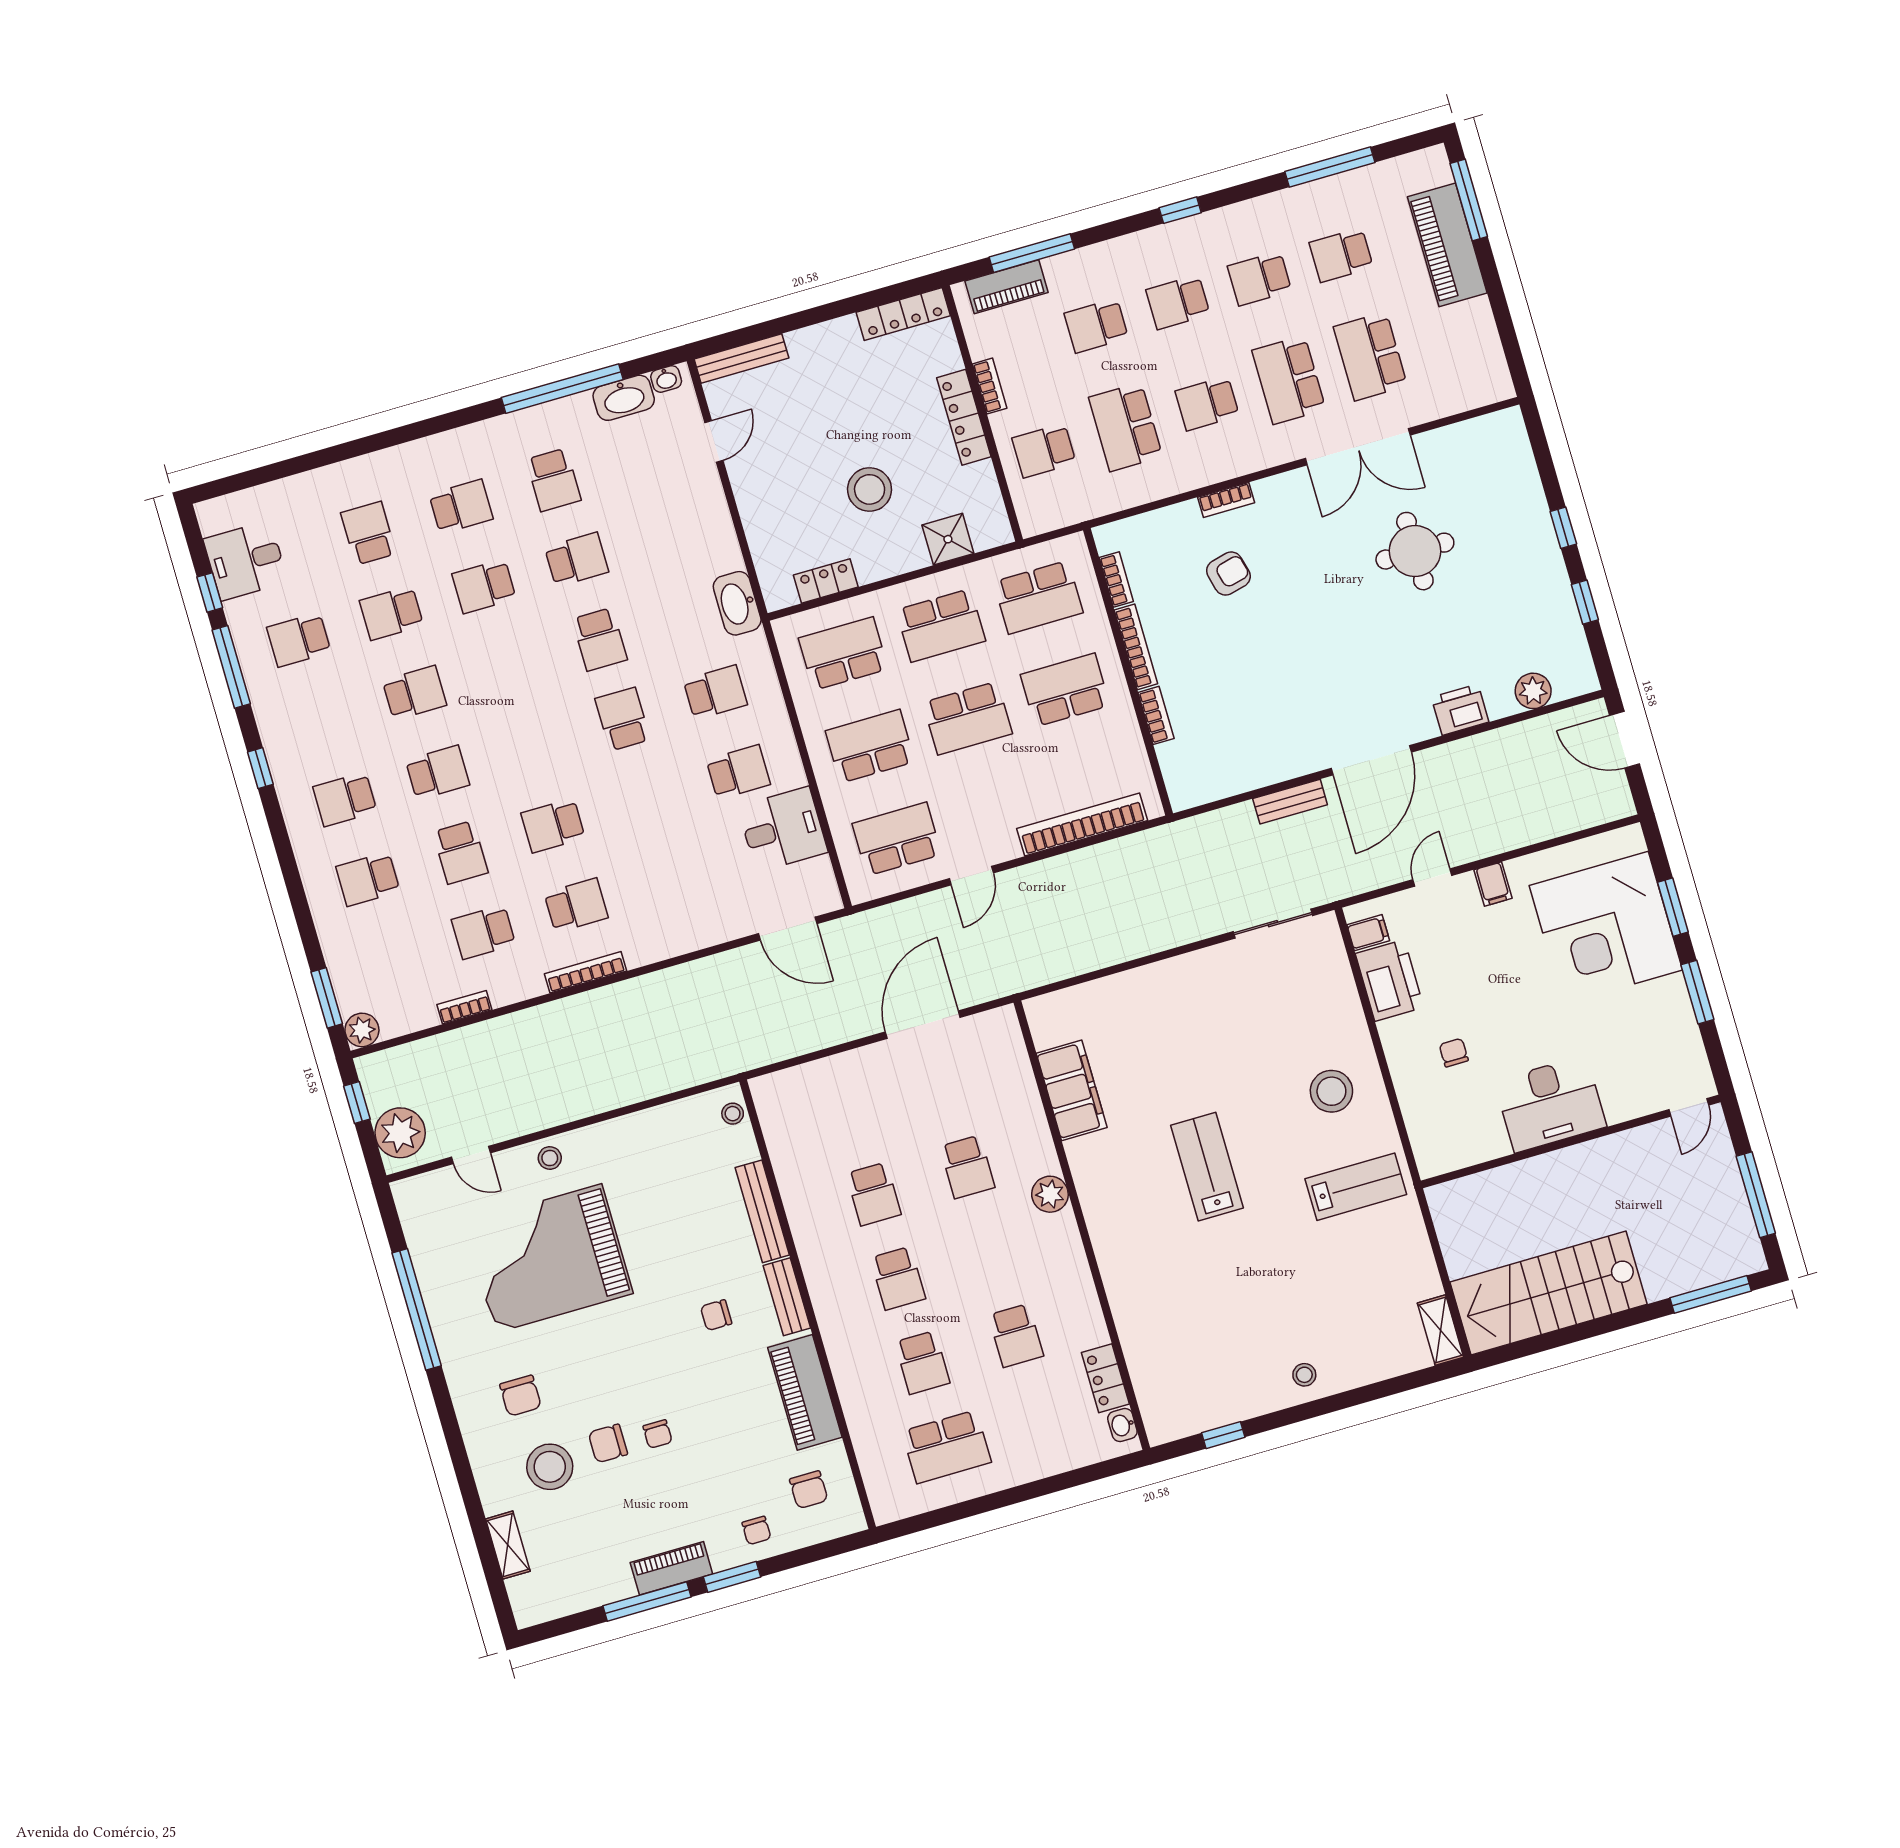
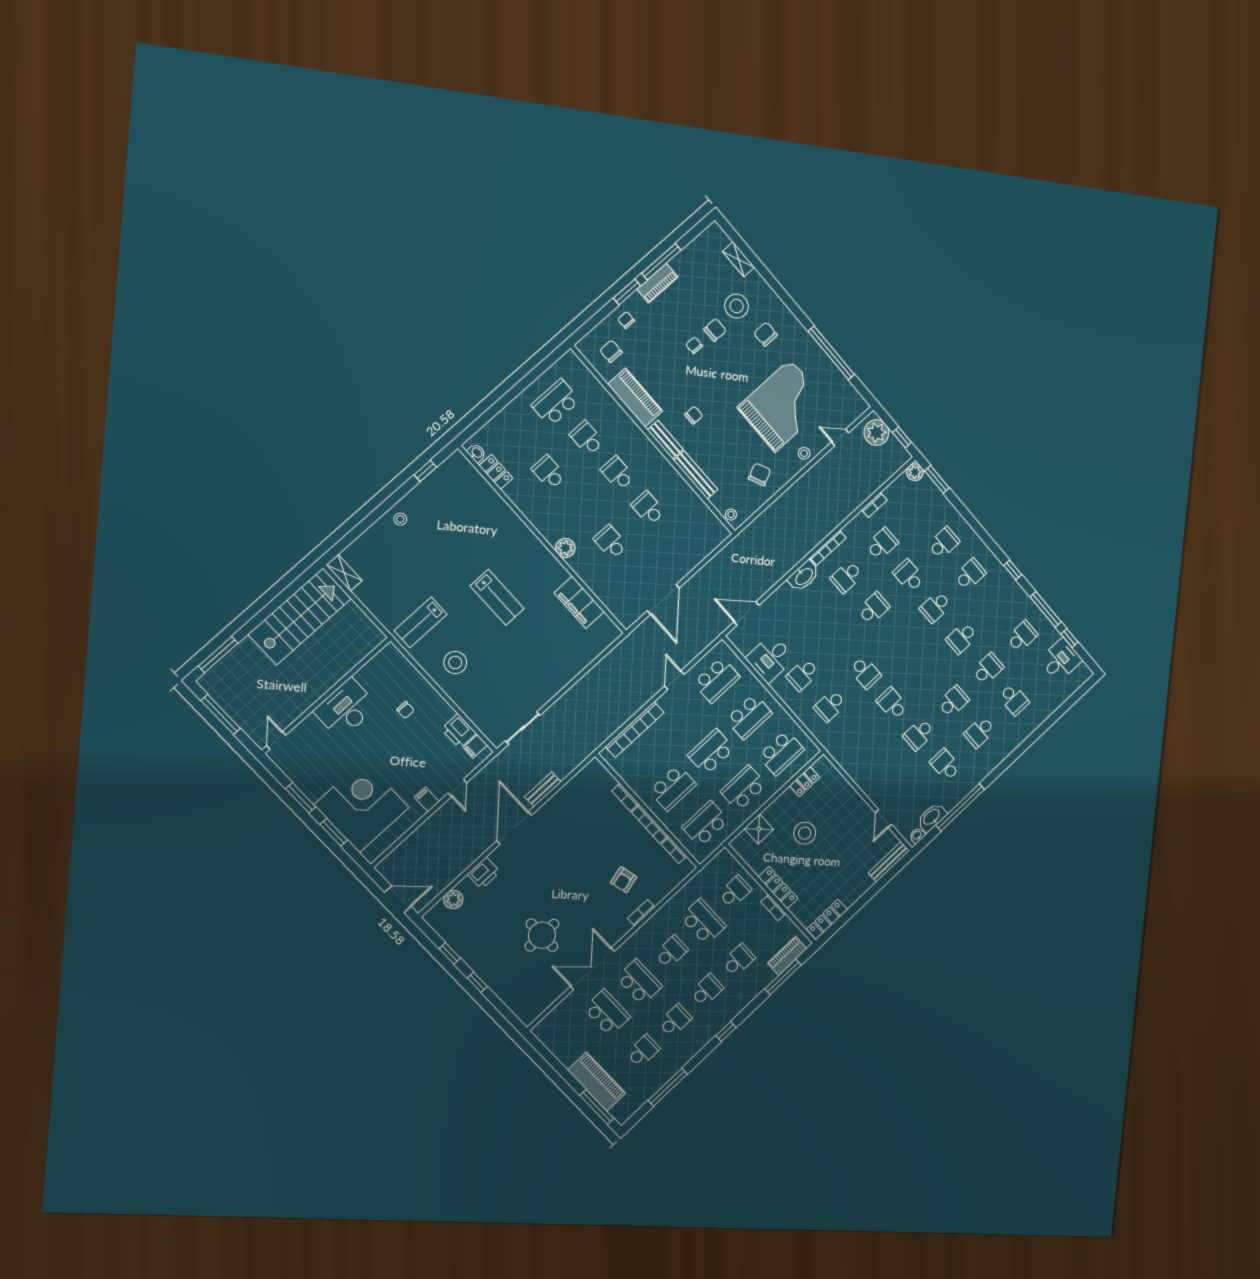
washbasin: (737, 603) -> (804, 576), moved, turned 90
printer: (1389, 980) -> (459, 731), width x0.73, depth x0.84
chair: (648, 1159) -> (760, 474), added

